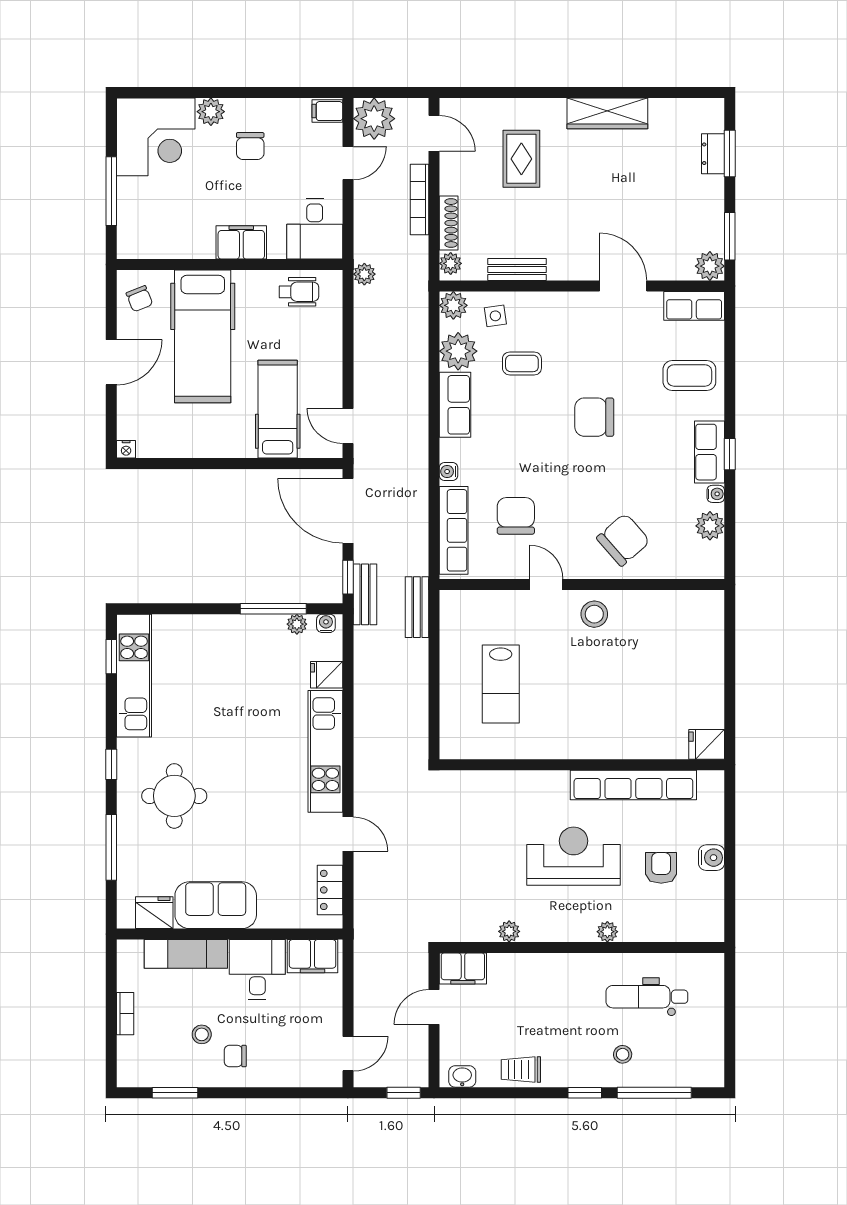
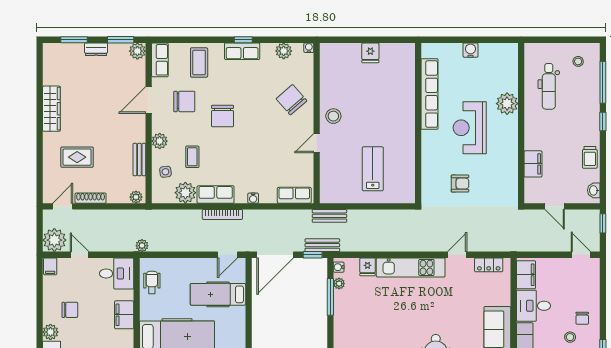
dresser: (713, 154) -> (96, 49), moved
bookcase: (420, 200) -> (222, 214), moved
shoe rack: (449, 223) -> (91, 198), moved
plant: (453, 305) -> (160, 141), moved
water cooler: (716, 494) -> (309, 48), moved
chair: (516, 516) -> (184, 101), moved, turned 180
row of seats: (454, 530) -> (294, 195), width x0.68
lab bench: (501, 684) -> (373, 169), turned -90
fridge: (707, 744) -> (370, 53), moved
armchair: (661, 868) -> (460, 184), moved, turned 180
plant: (509, 931) -> (512, 164), removed
plant: (607, 932) -> (507, 104), width x1.88, depth x1.88
filing cabinet: (463, 969) -> (533, 164), moved
stool: (623, 1054) -> (578, 61), moved

